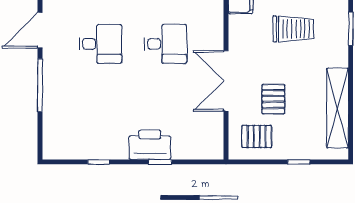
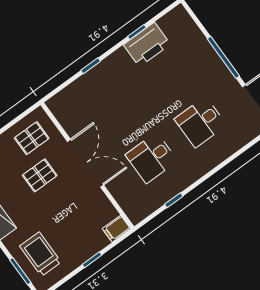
trolley: (293, 29) -> (40, 254), moved, turned 90
pallet: (273, 99) -> (40, 175), turned 90
printer: (150, 145) -> (147, 45), moved

